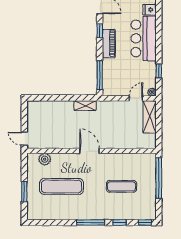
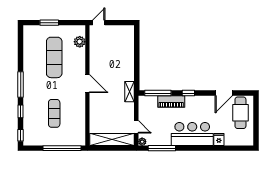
window: (100, 31) -> (188, 93), moved
piano: (109, 44) -> (171, 102), moved
window: (159, 71) -> (162, 148), width x2.17
shelving: (85, 106) -> (130, 92), moved
shelving: (150, 117) -> (112, 139), width x1.47
door: (89, 151) -> (87, 84), hinge flipped

